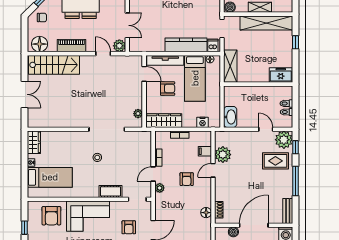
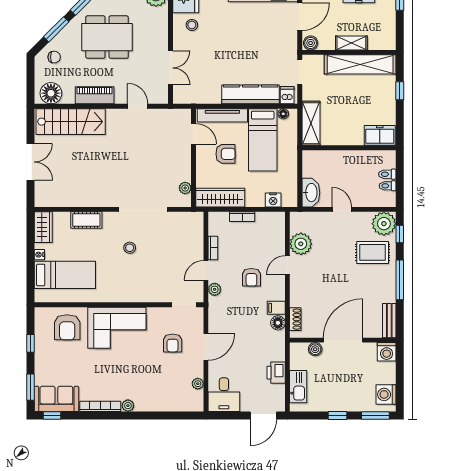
plant: (119, 46) -> (160, 96), removed
door: (266, 129) -> (342, 209), moved
filing cabinet: (205, 151) -> (276, 308), moved
cot: (110, 191) -> (86, 220), moved

